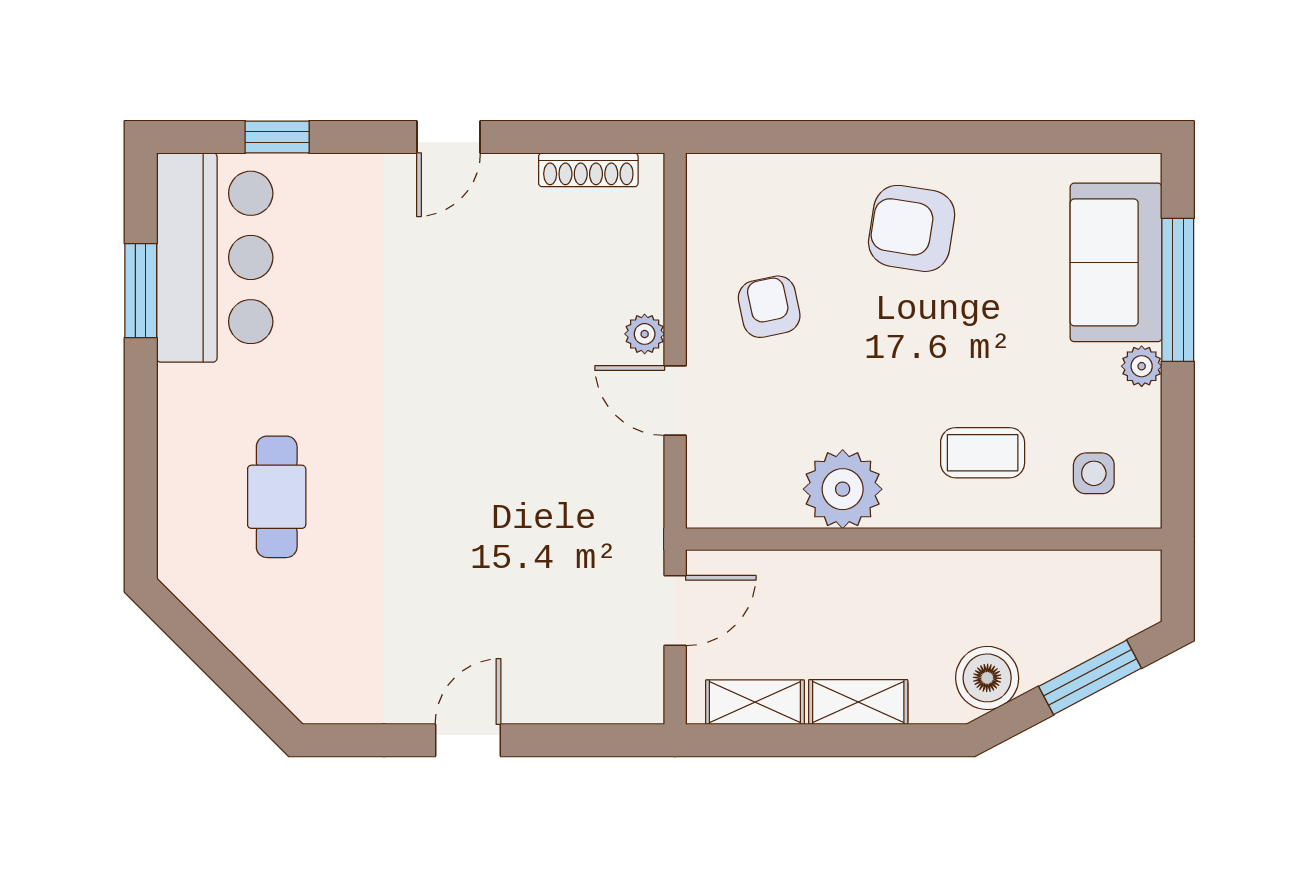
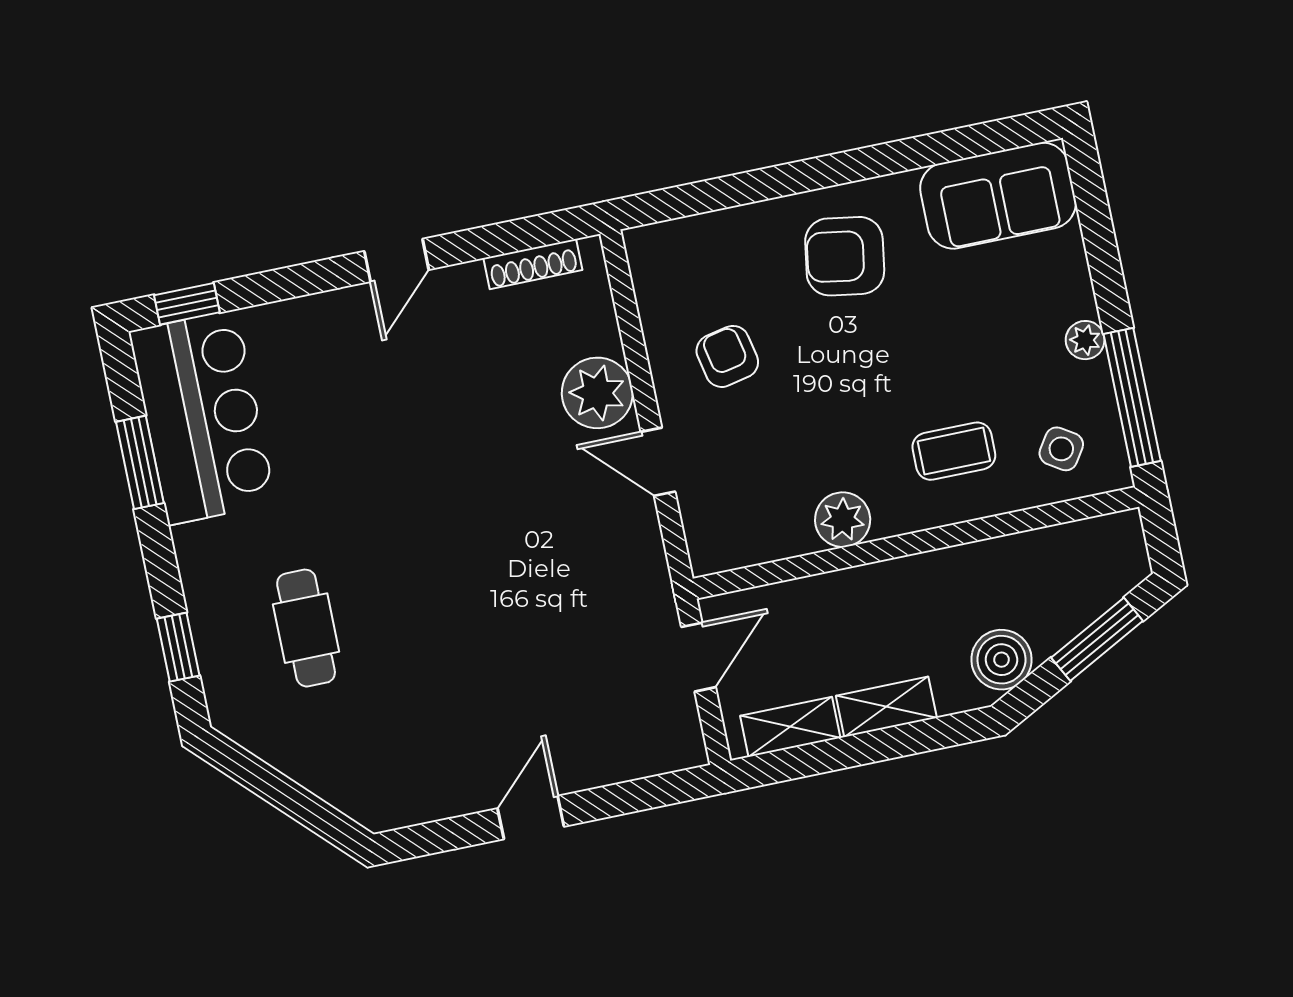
window: (277, 137) -> (187, 304), moved
sofa: (1116, 262) -> (998, 196), moved, turned -90
window: (1178, 290) -> (1132, 397), moved
plant: (645, 334) -> (597, 393), width x1.87, depth x1.87
side table: (1094, 473) -> (1061, 449), turned 33
window: (141, 489) -> (178, 647), added
plant: (843, 489) -> (843, 520), width x0.73, depth x0.73

